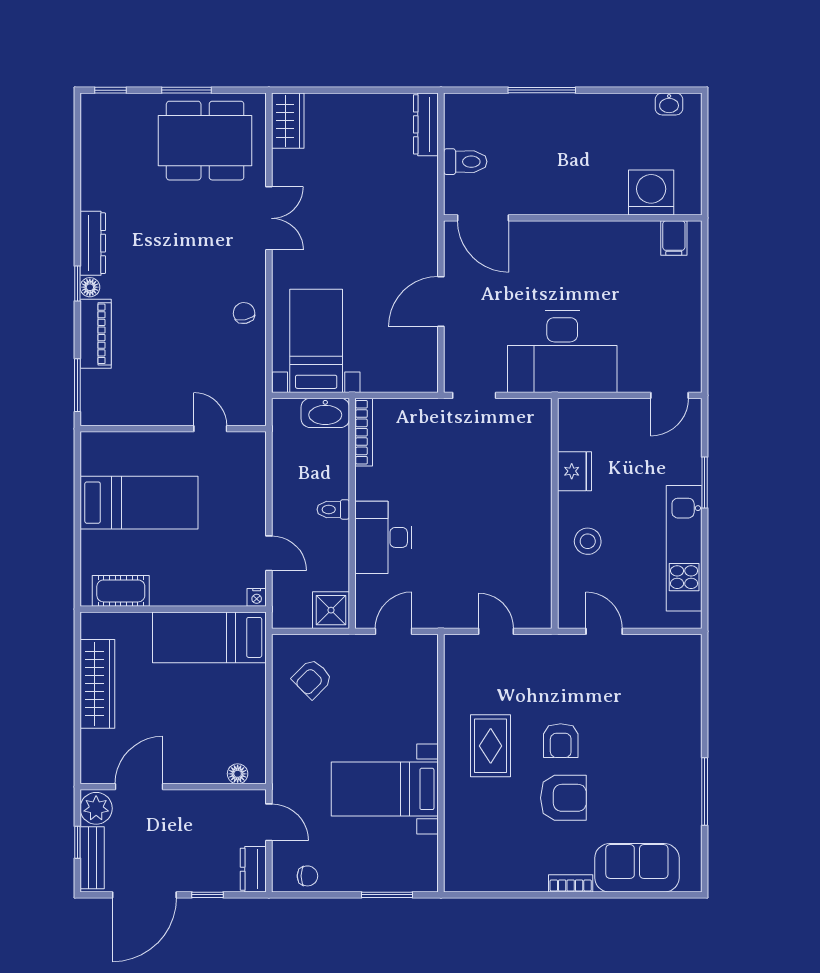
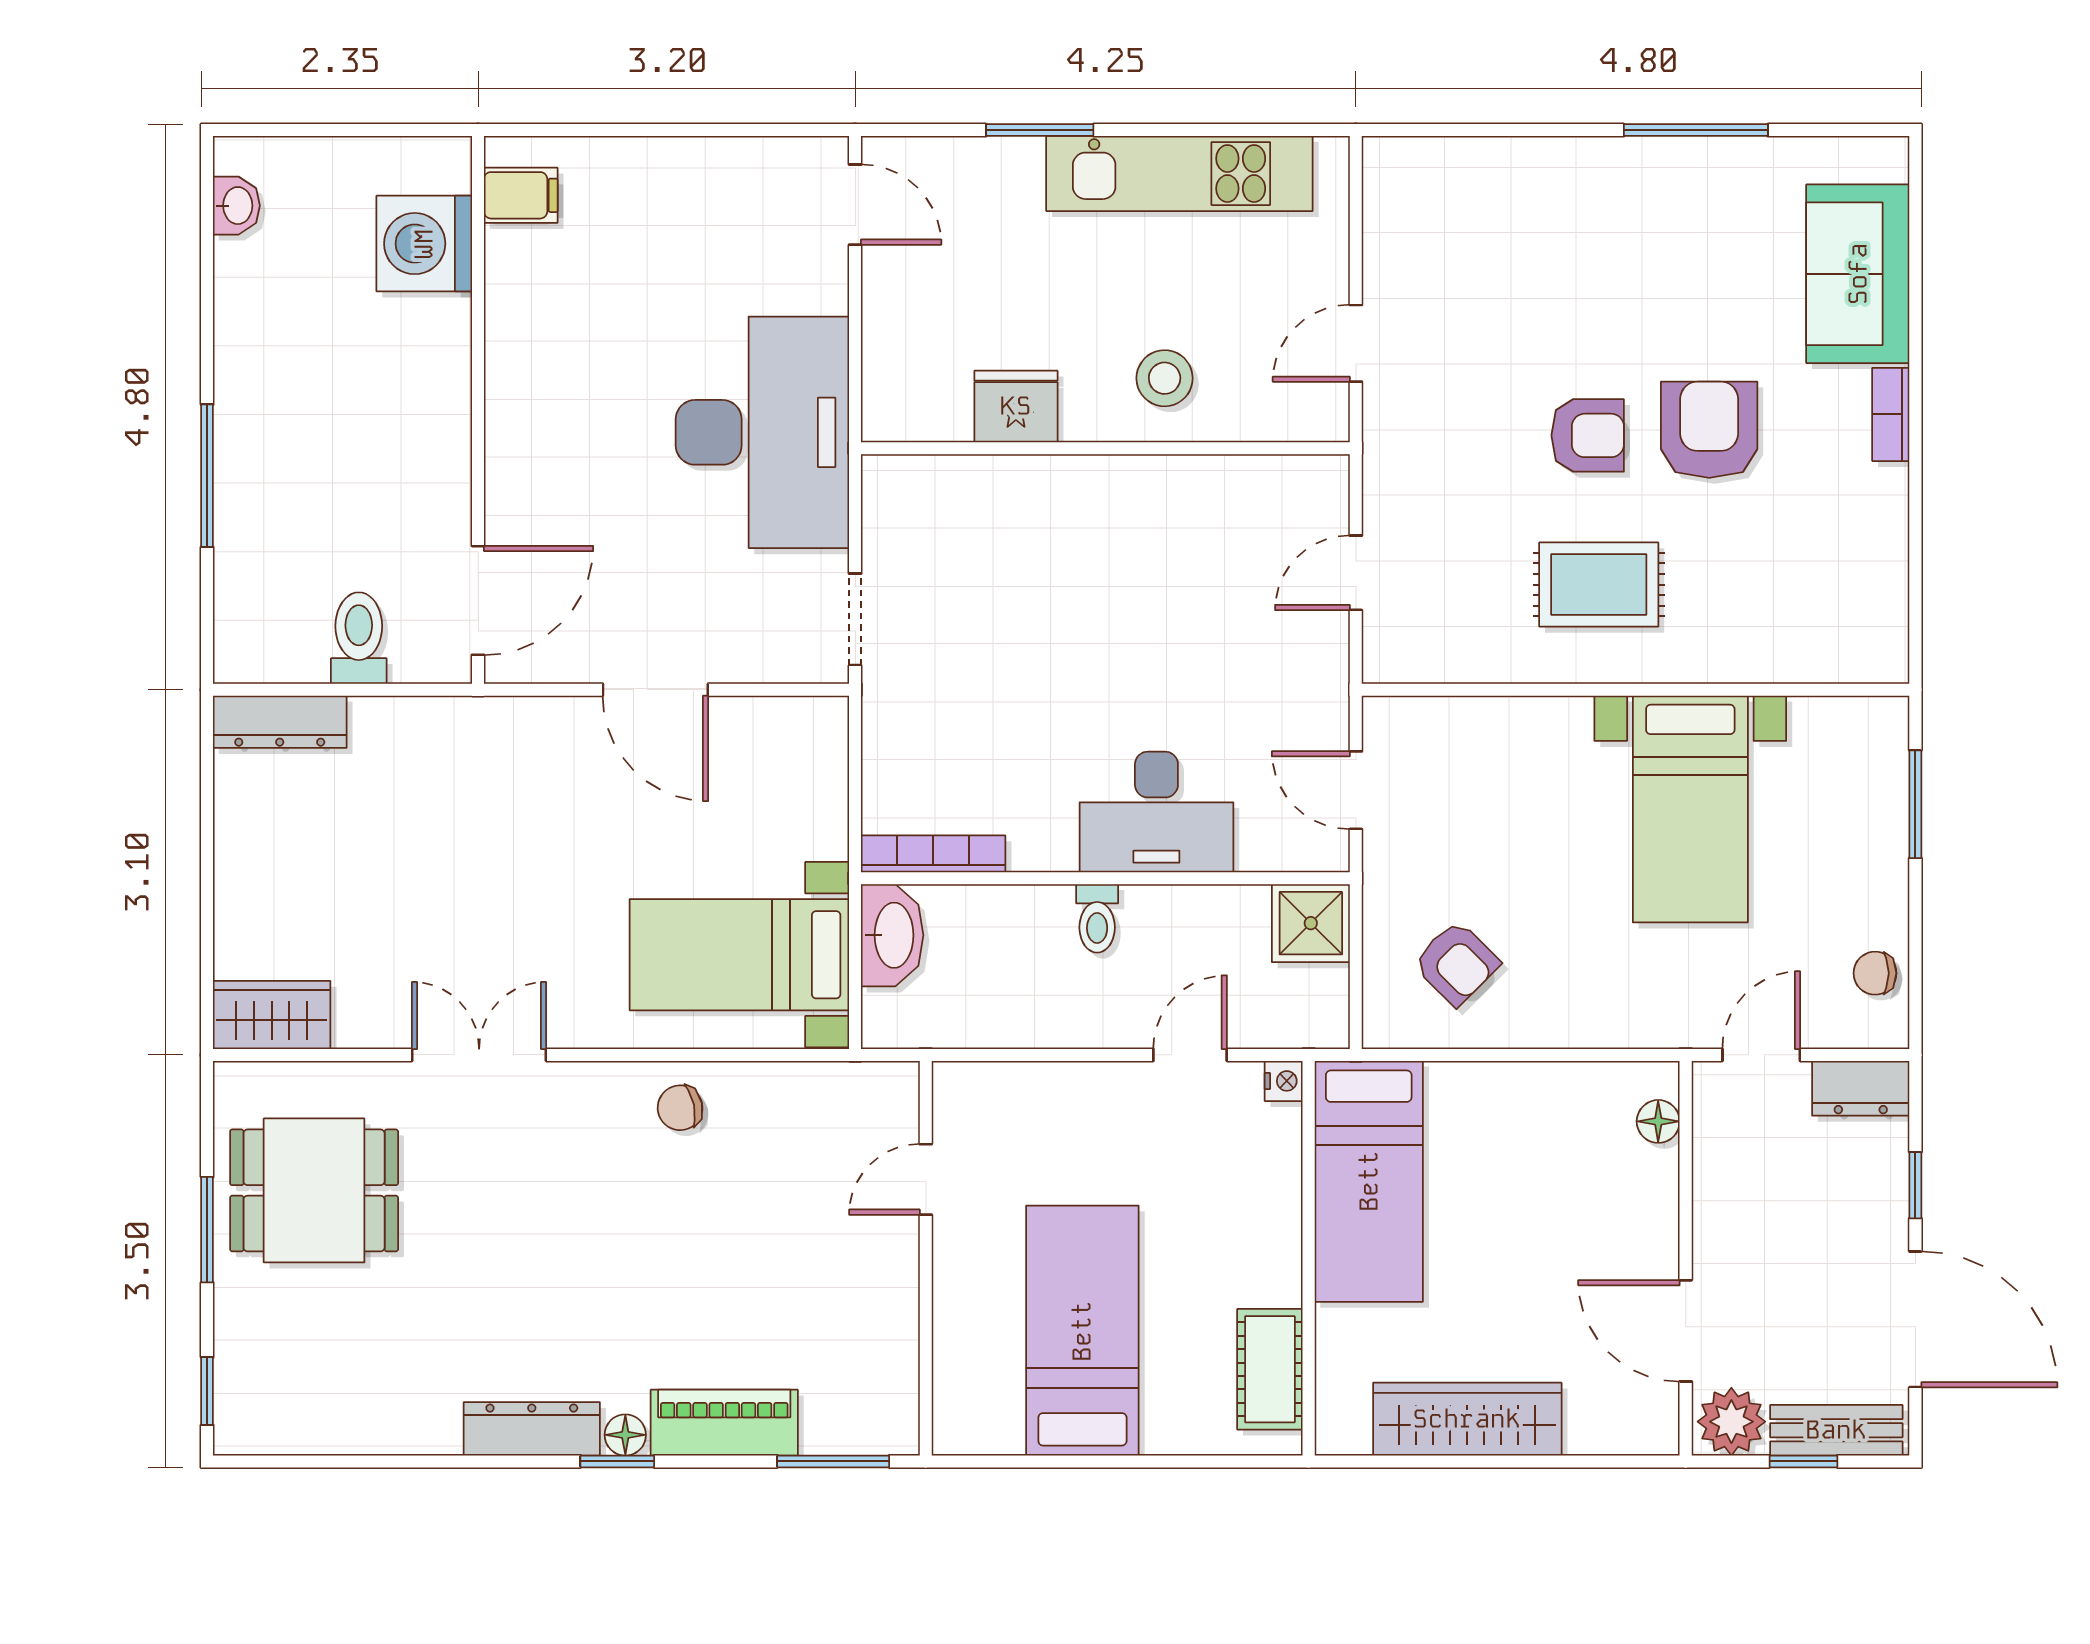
dining table: (205, 141) -> (314, 1190), width x0.73
chair: (307, 876) -> (1875, 973), turned -90

